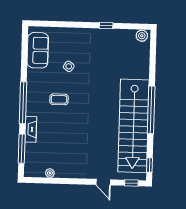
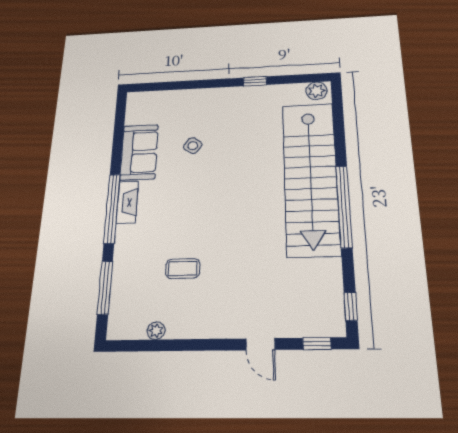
sofa: (38, 50) -> (139, 152), moved
coffee table: (59, 99) -> (183, 269), moved
stairs: (134, 126) -> (311, 177), moved
fireplace: (31, 129) -> (127, 202), moved

